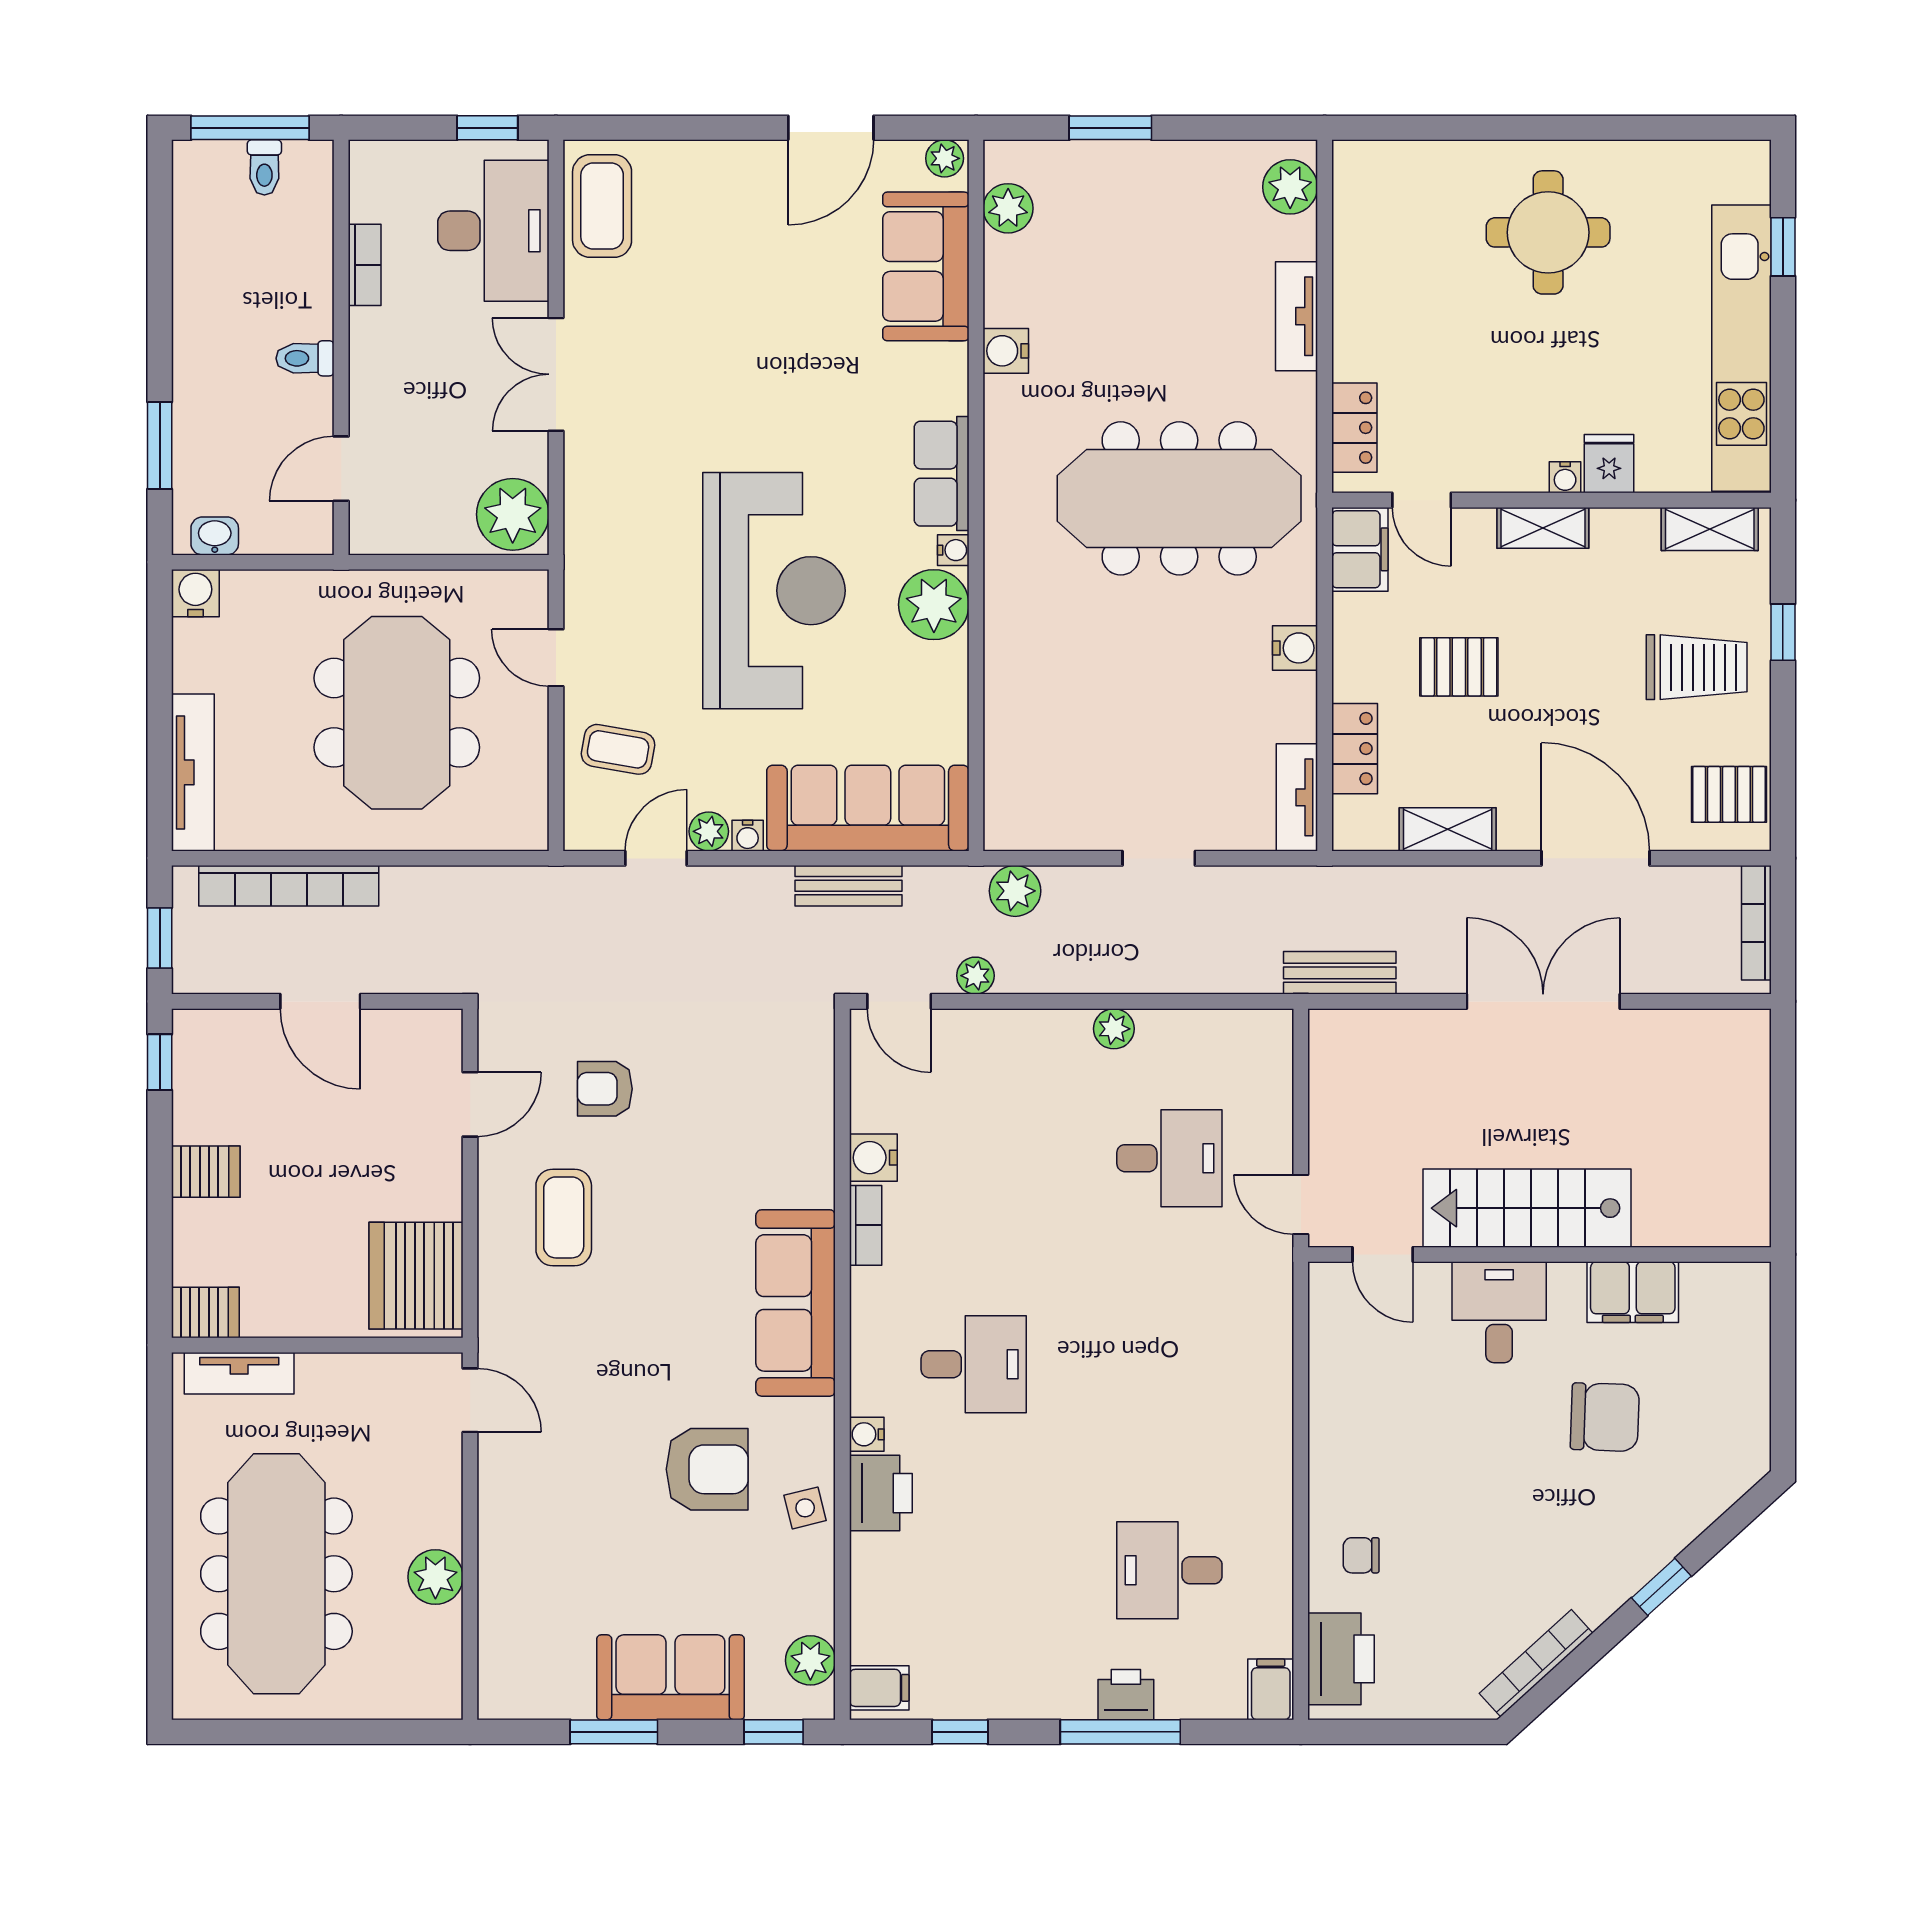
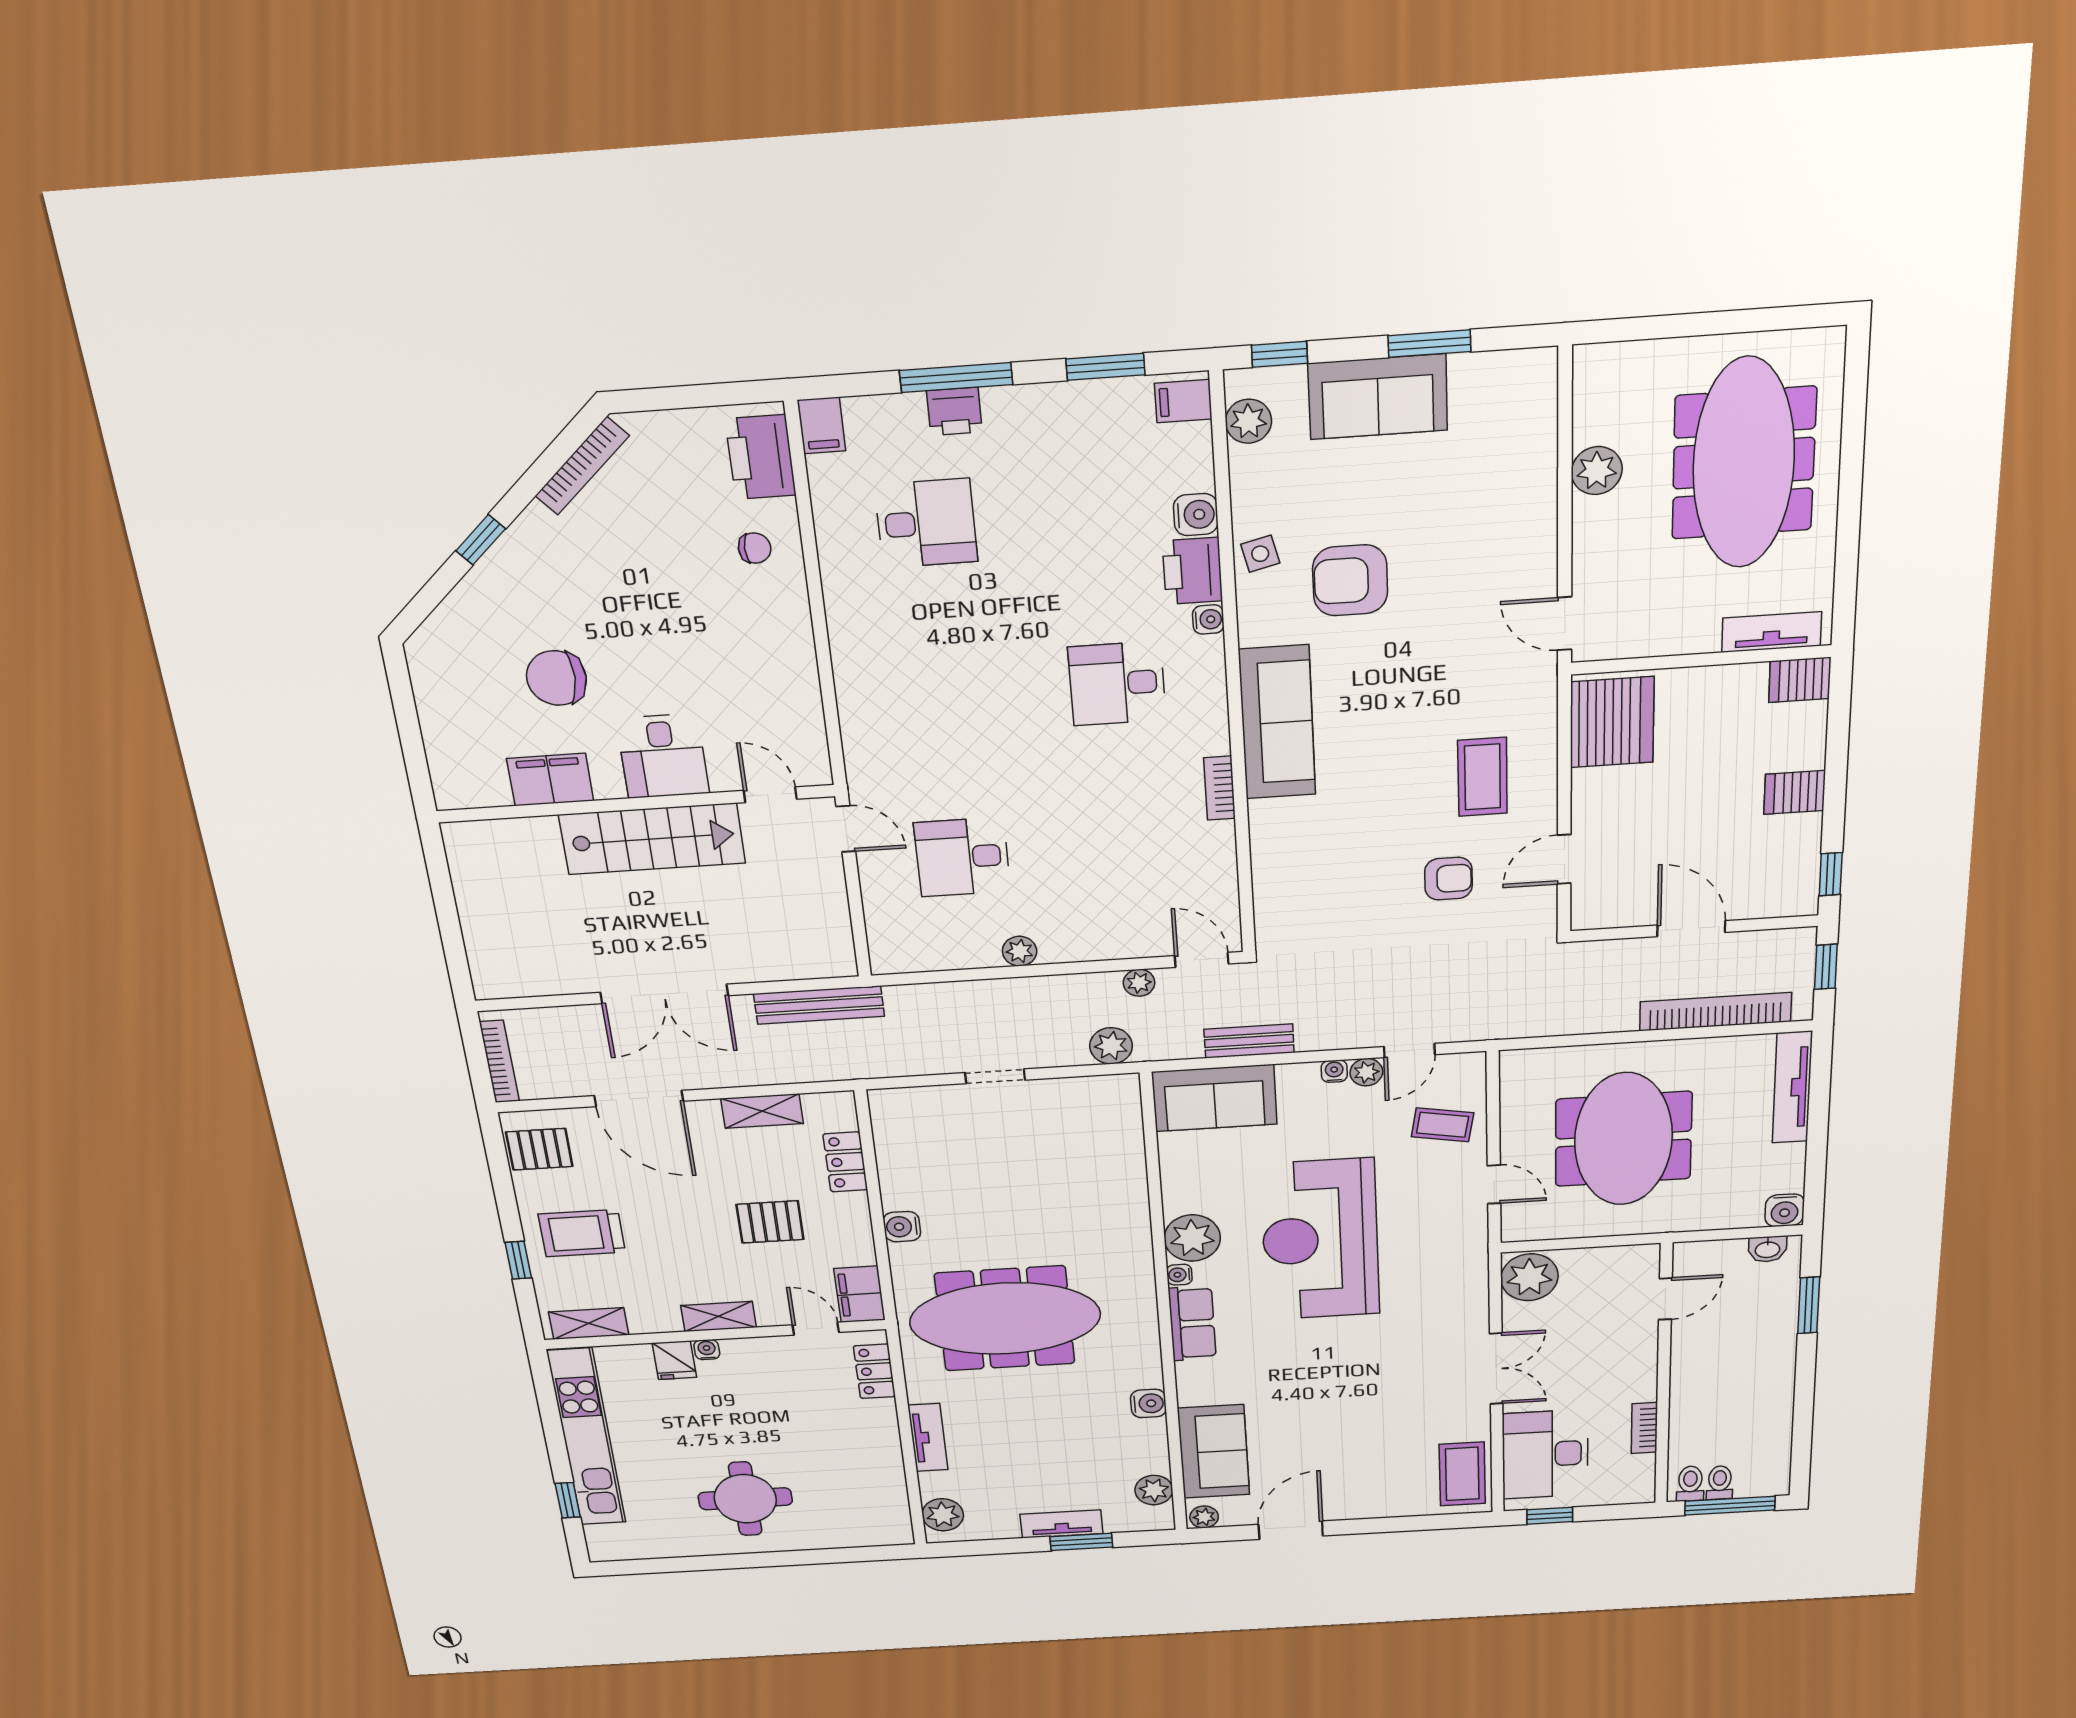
toilet: (305, 358) -> (1690, 1484), moved, turned -90
tv unit: (1297, 797) -> (1061, 1524), moved, turned -90
sofa: (868, 808) -> (1214, 1098), width x0.73
bench: (1340, 973) -> (819, 1005), width x1.36
water cooler: (873, 1158) -> (1196, 515), moved
window: (960, 1732) -> (1105, 367), width x1.50

